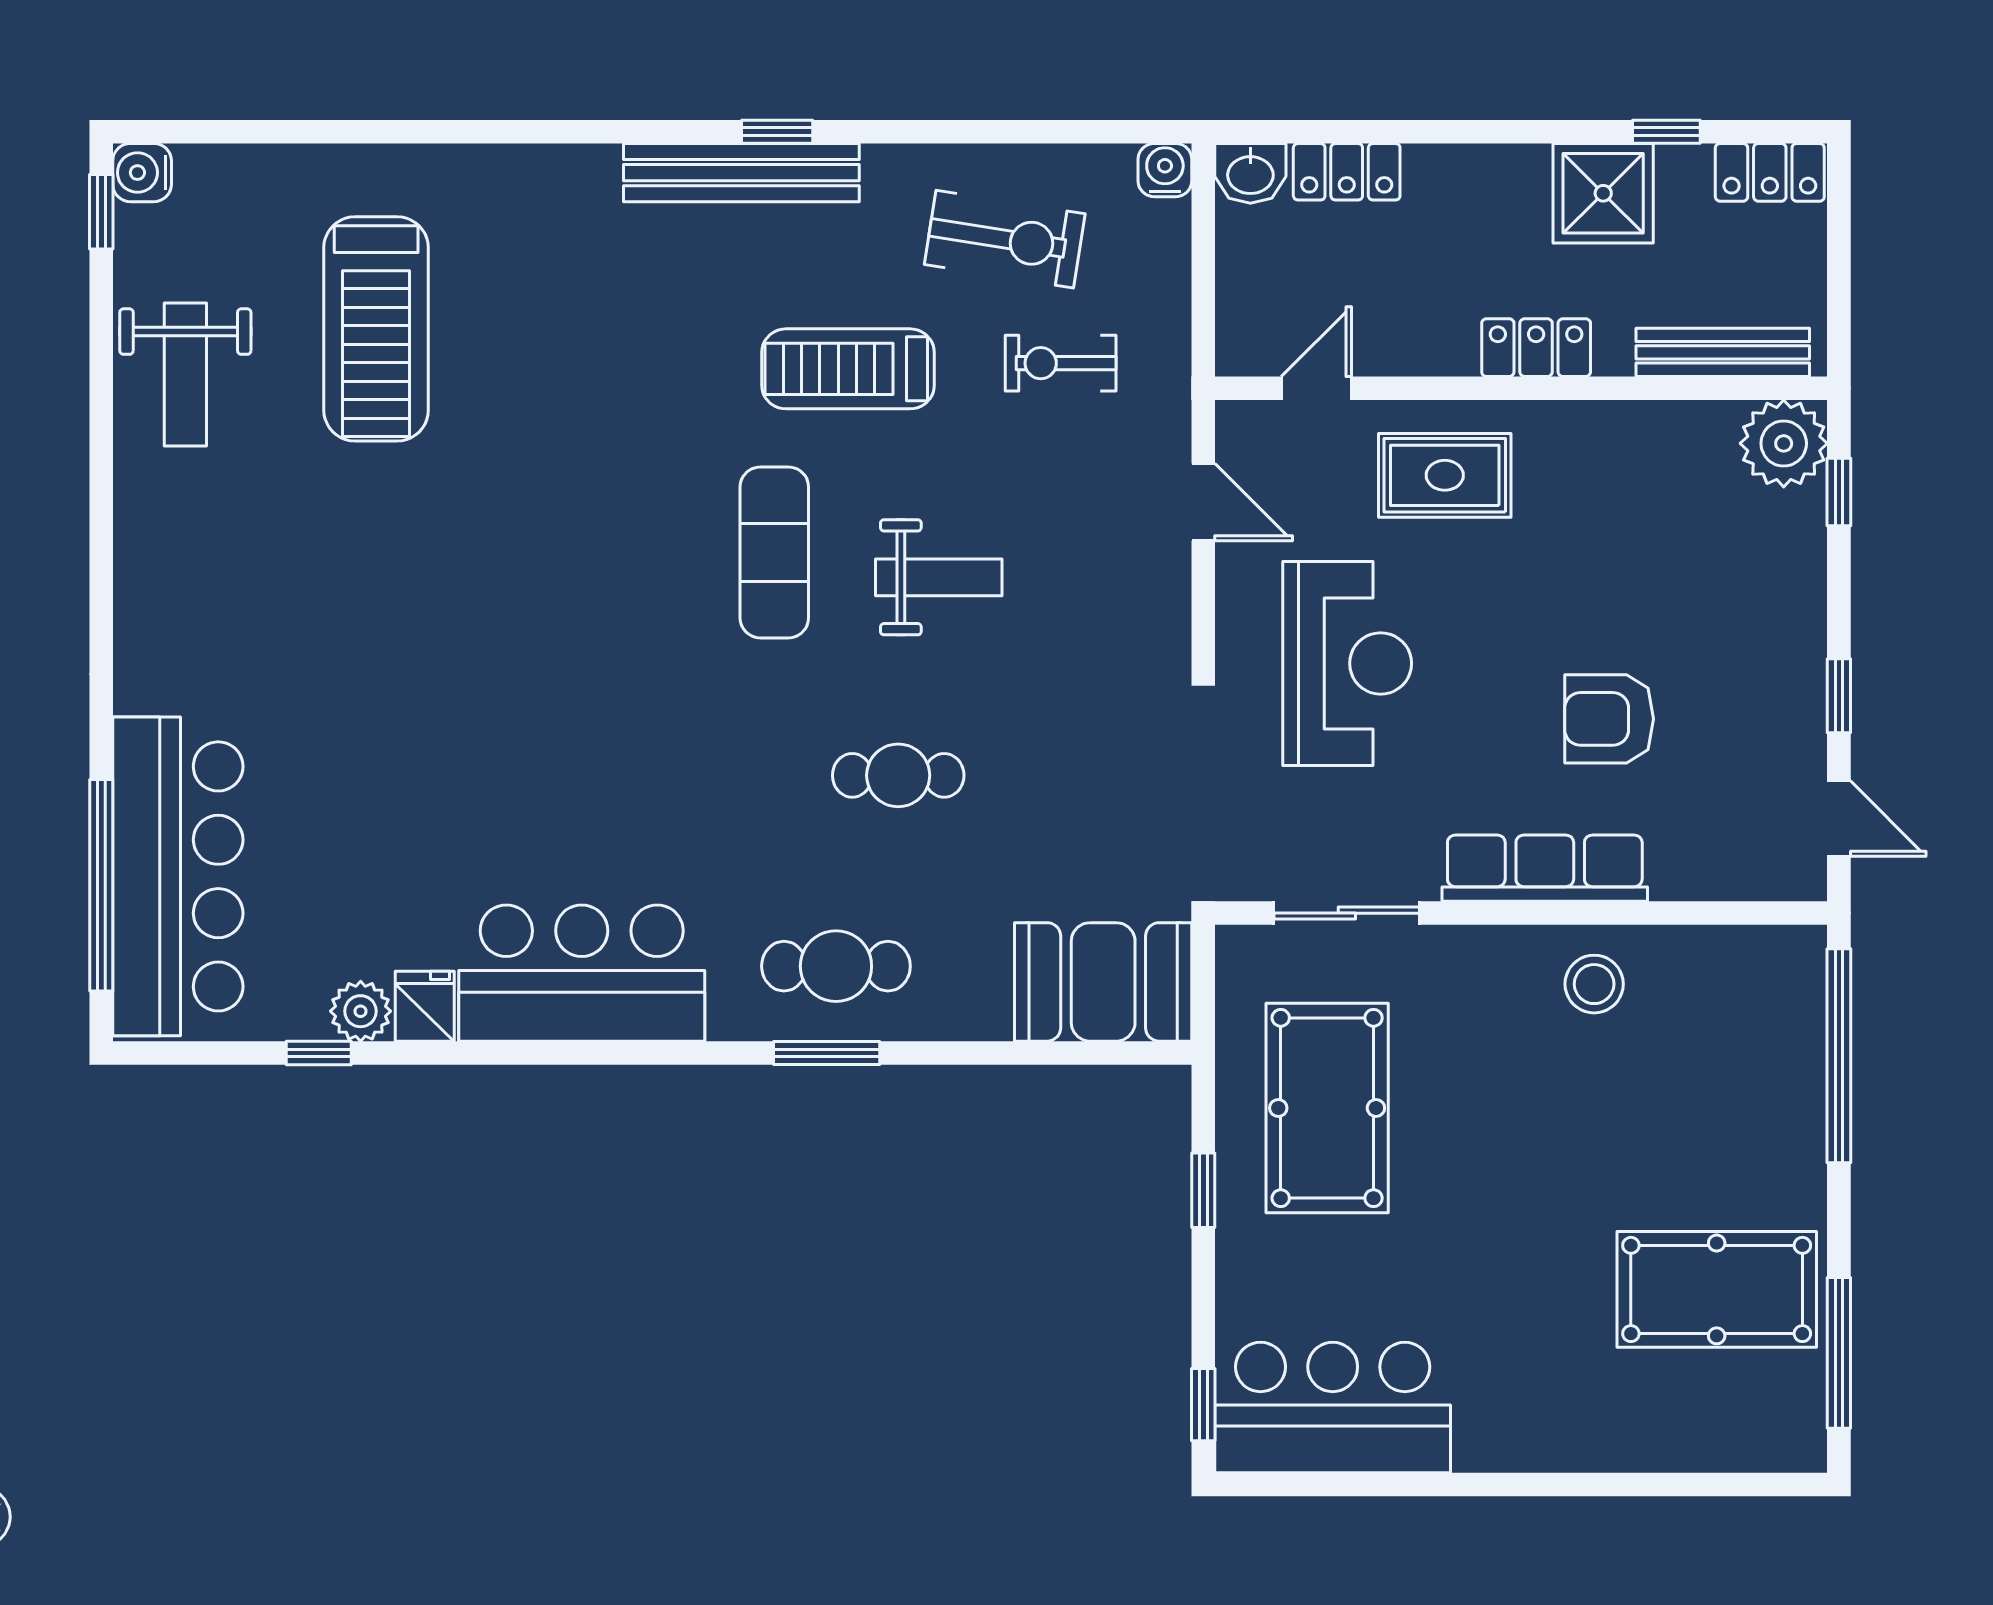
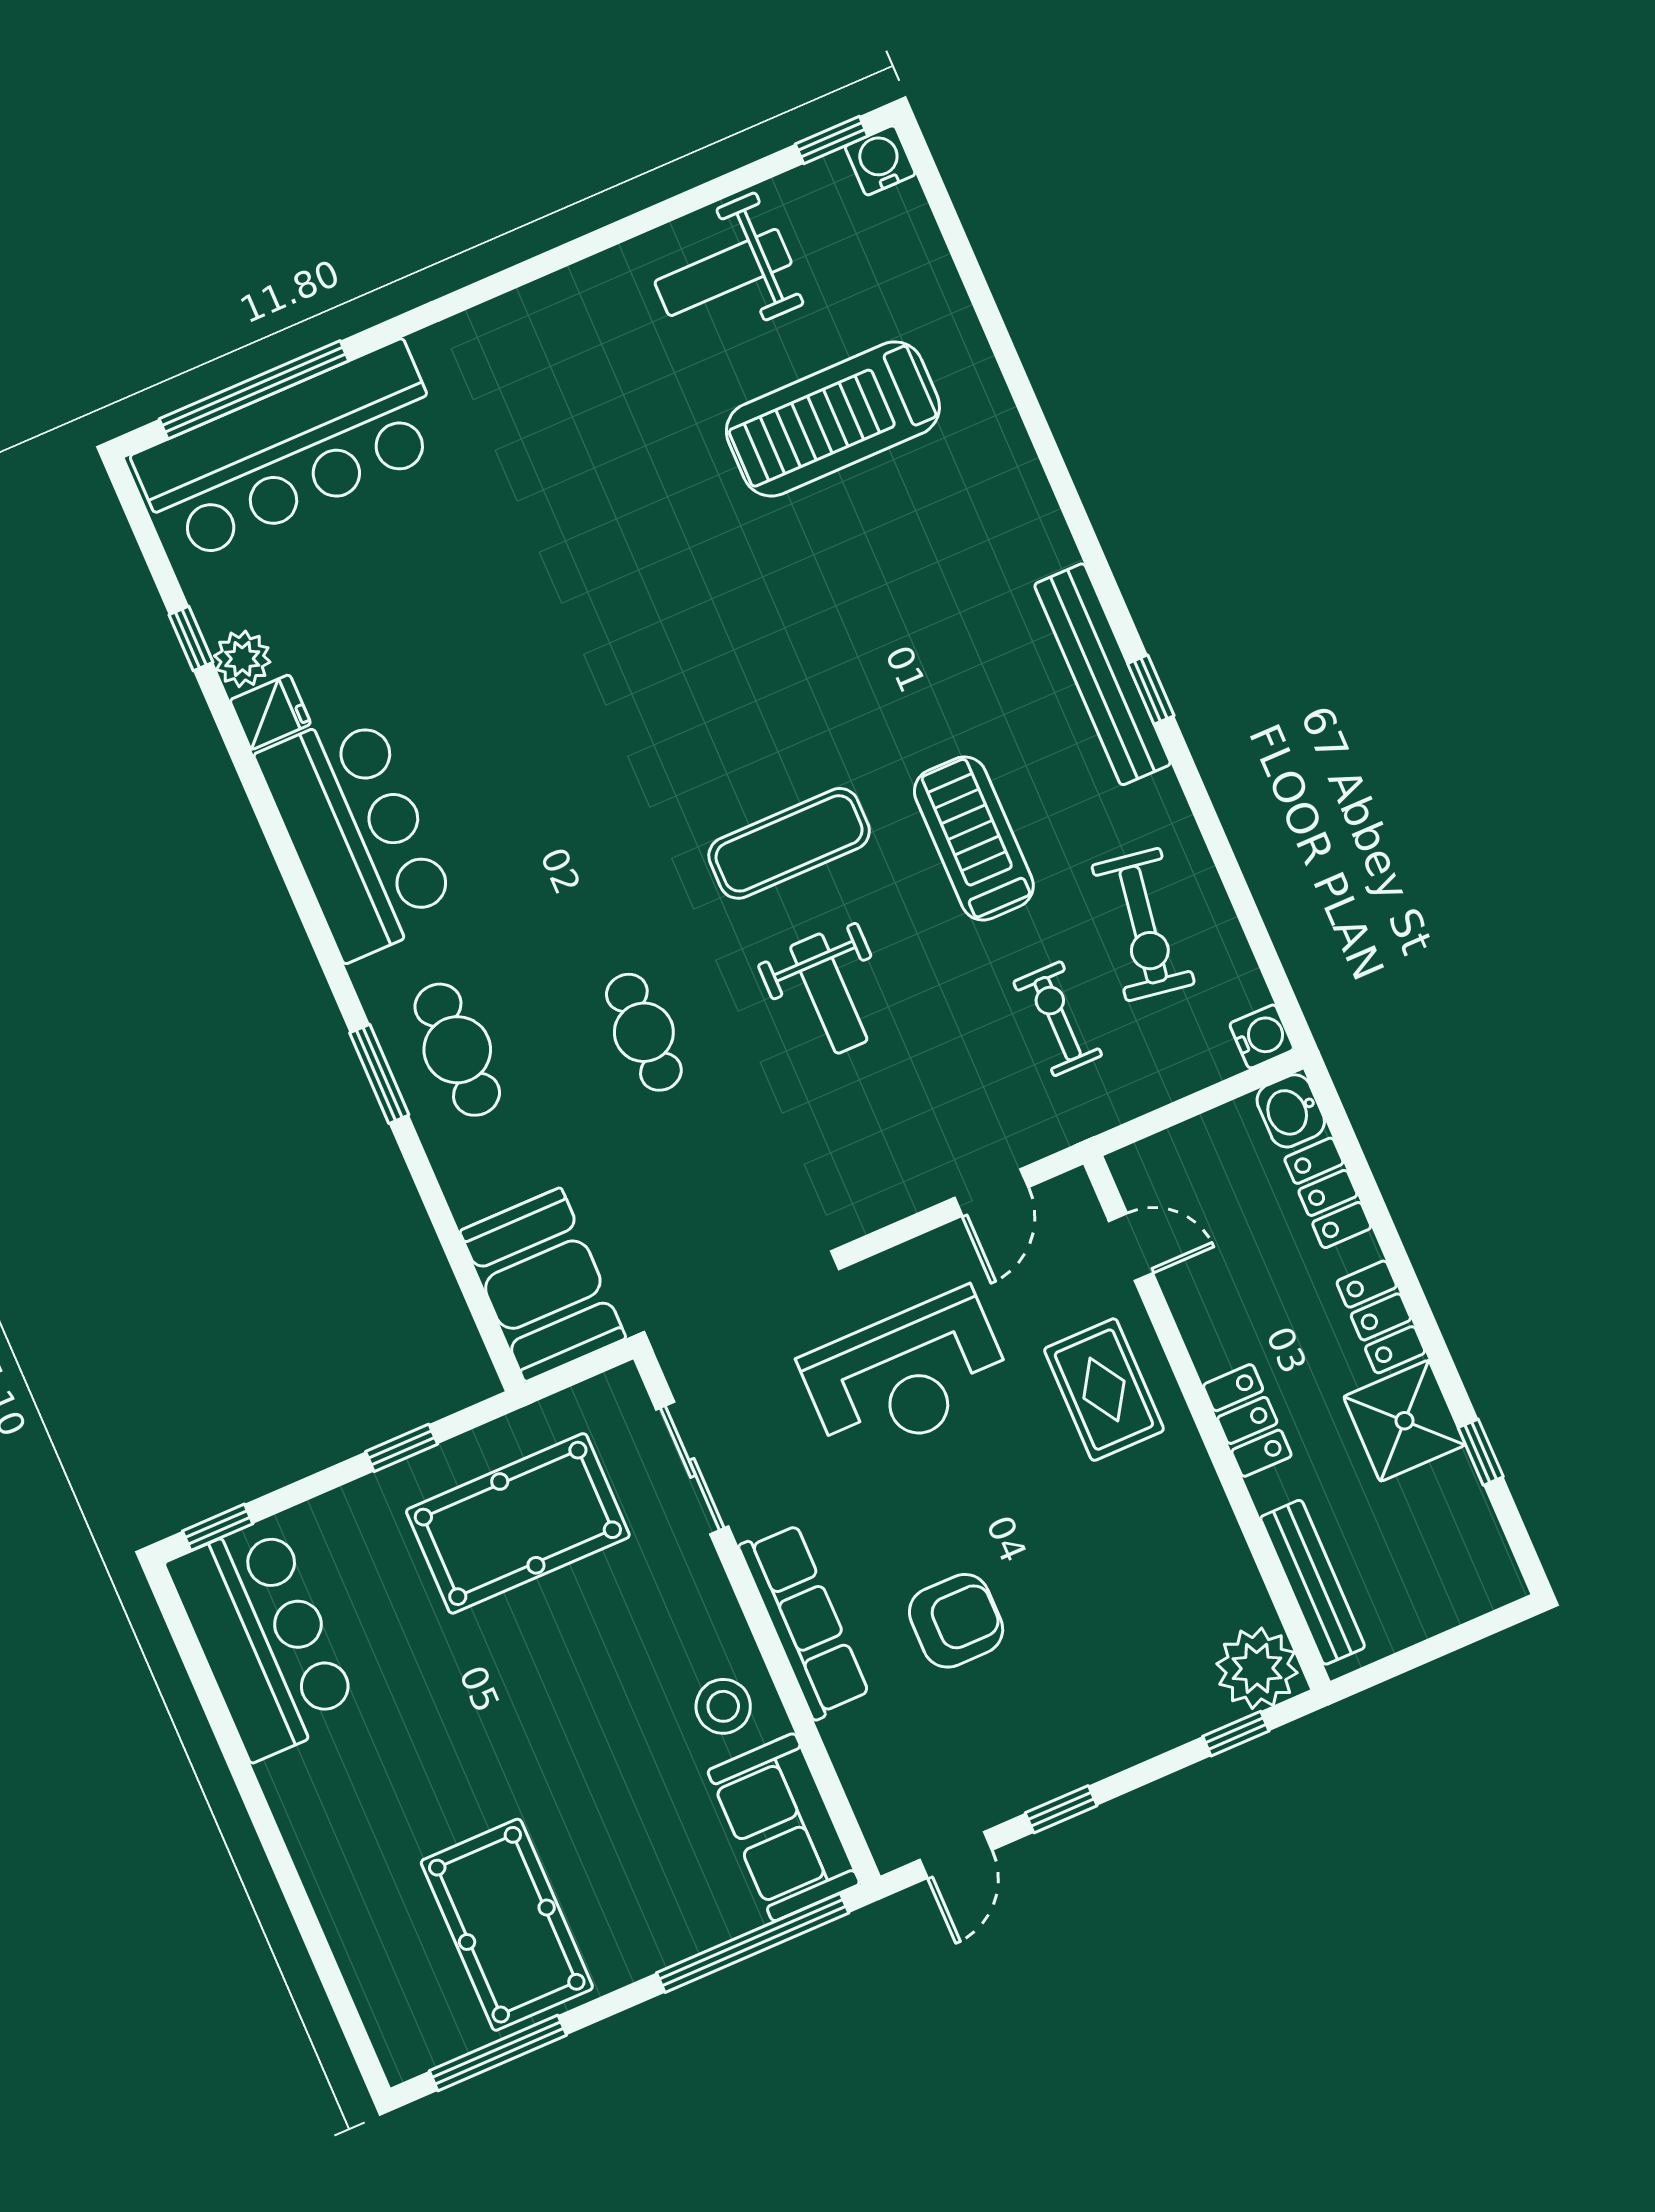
locker: (1770, 172) -> (1381, 1317), moved
armchair: (1609, 719) -> (956, 1621), turned 90
sofa: (1739, 976) -> (784, 1827), added

